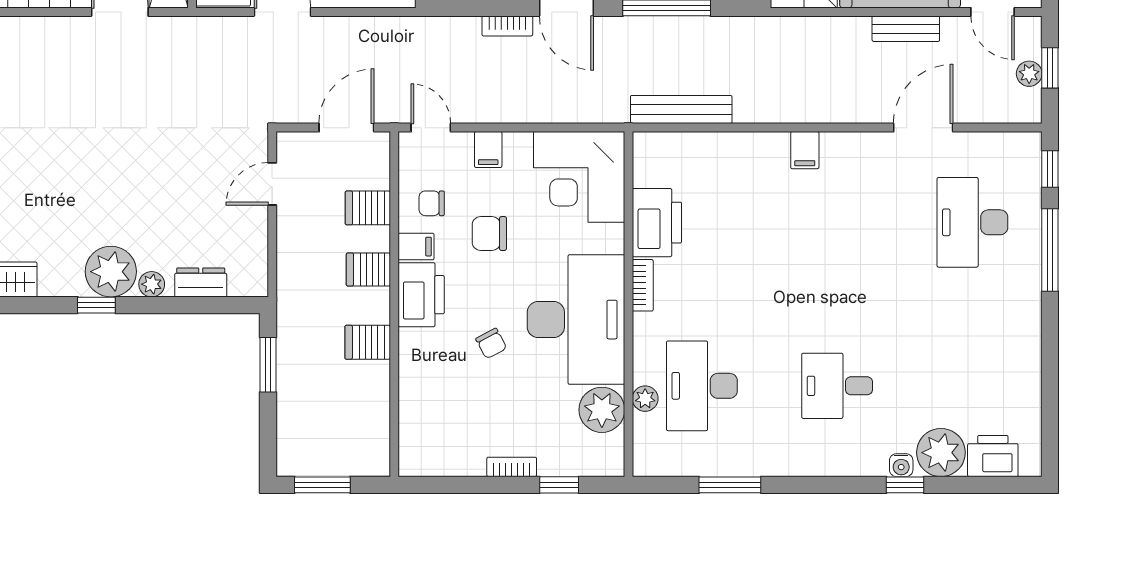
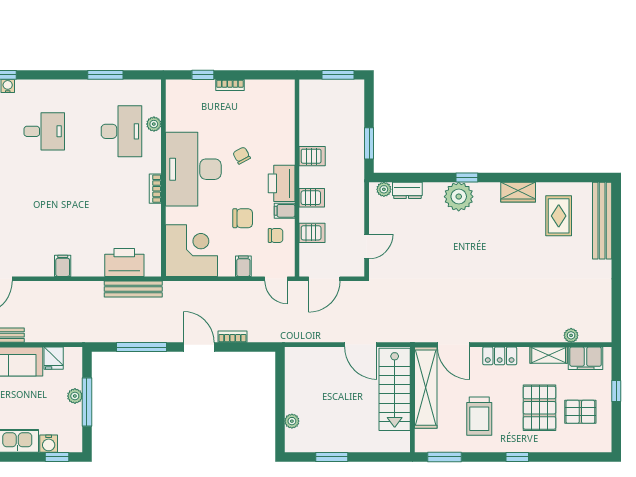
printer: (657, 223) -> (124, 262), moved, turned 90
plant: (152, 284) -> (384, 189), moved
plant: (602, 410) -> (178, 118), removed

